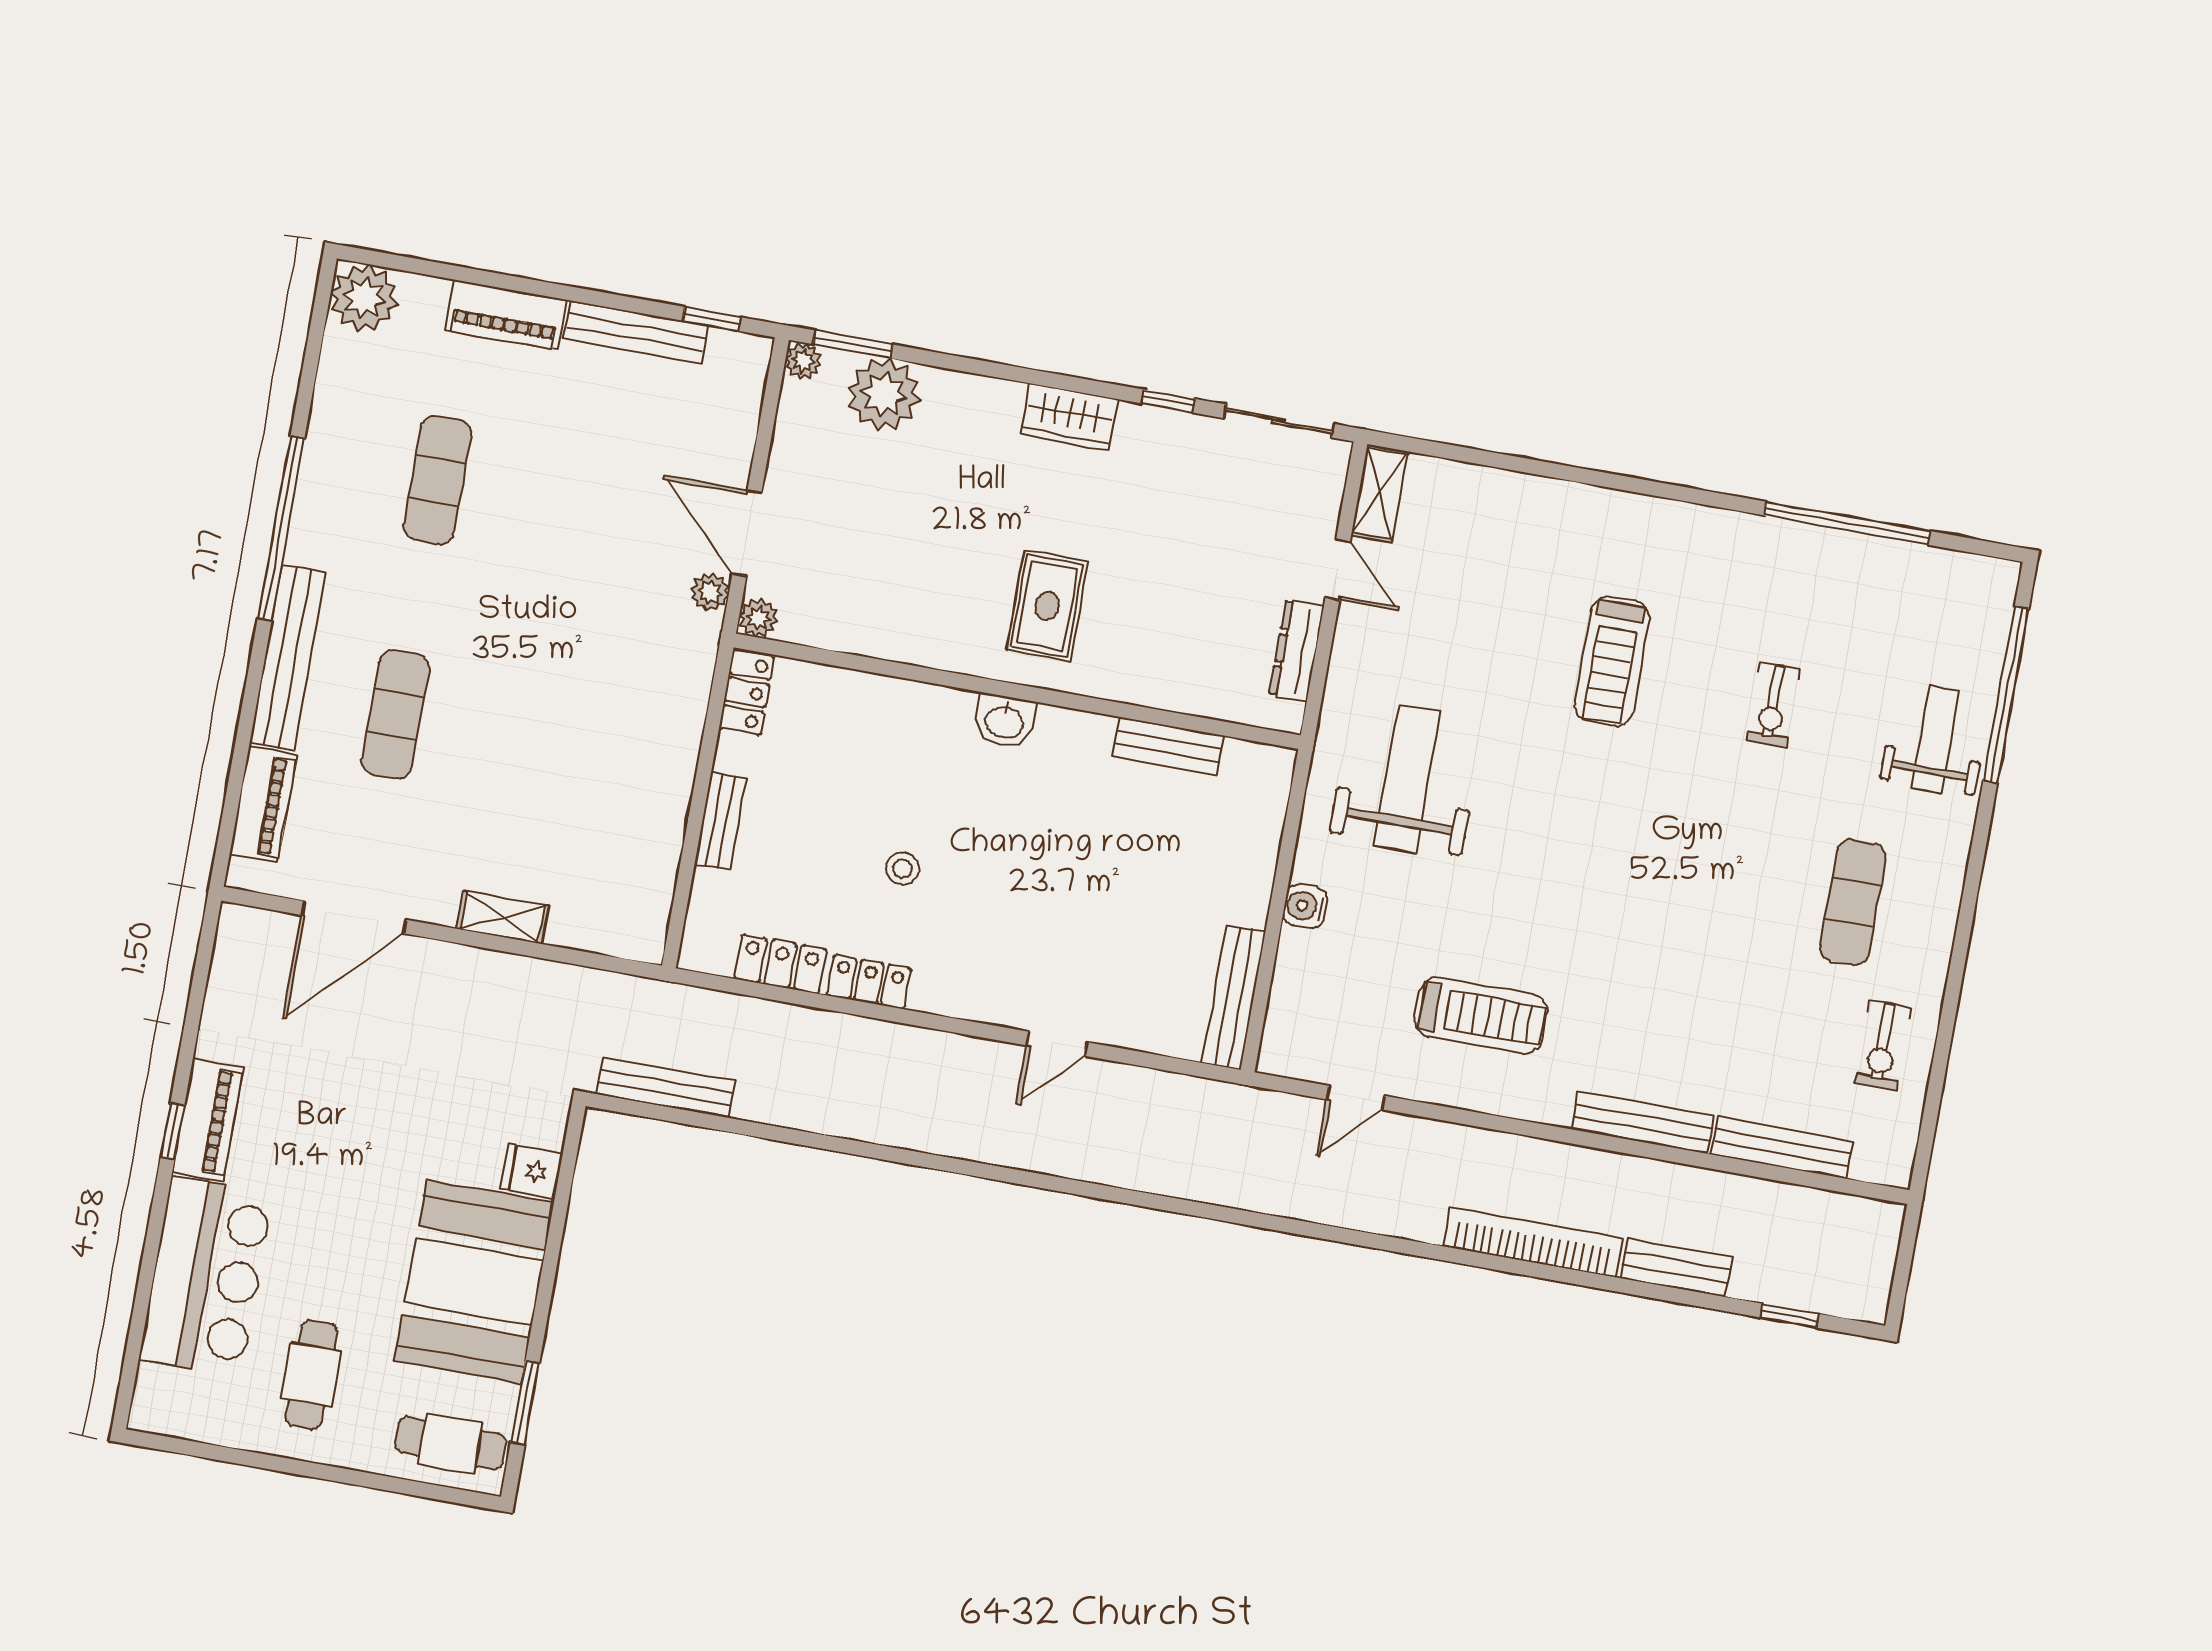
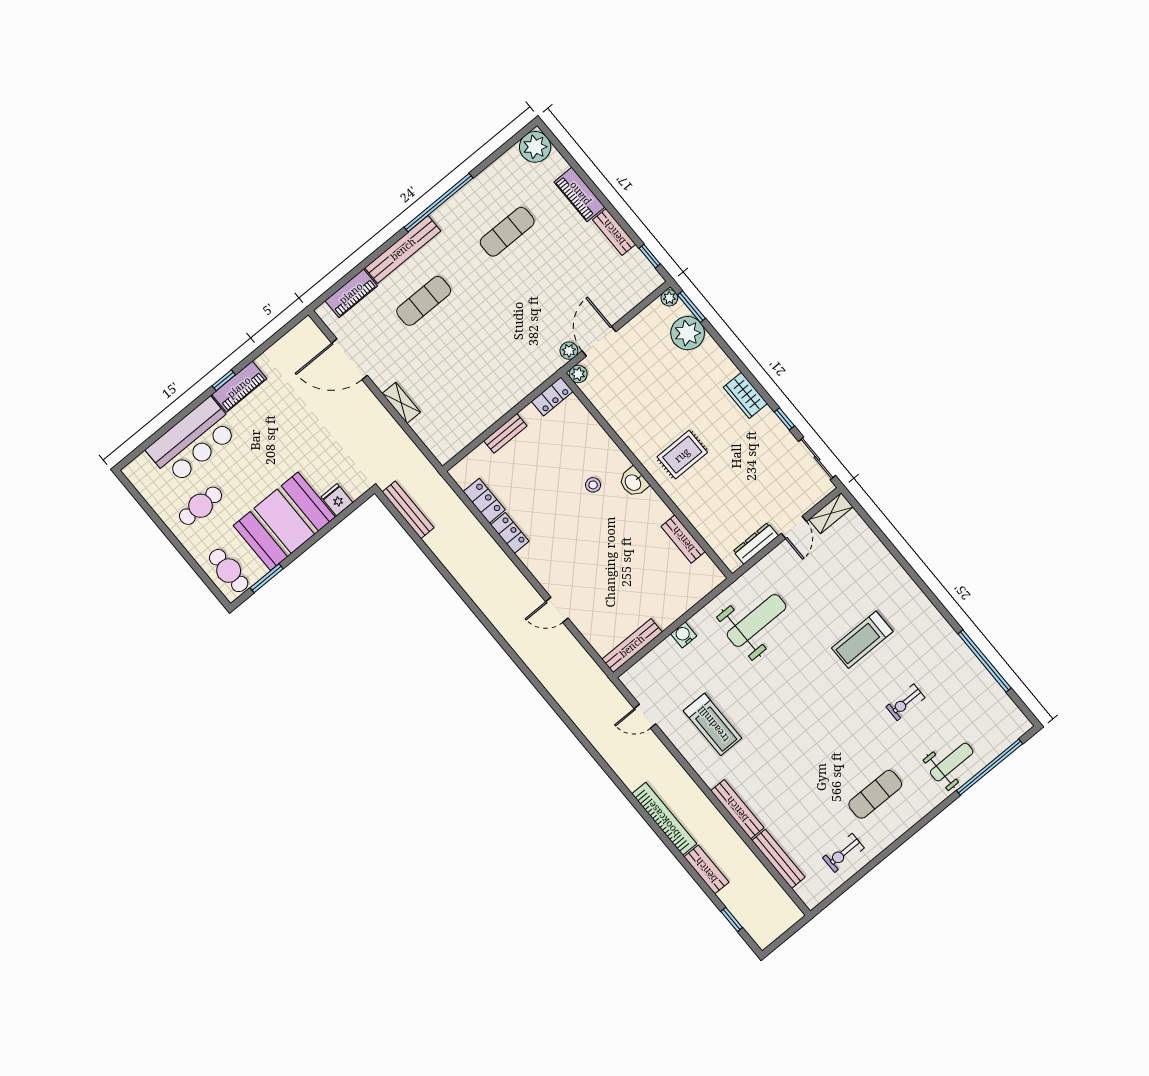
bench: (636, 332) -> (614, 232), width x0.73
stool: (902, 869) -> (593, 485), moved

